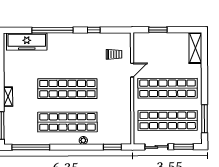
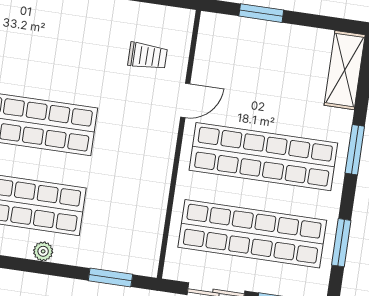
window: (204, 80) -> (355, 150), added
window: (205, 119) -> (341, 243), width x0.69

